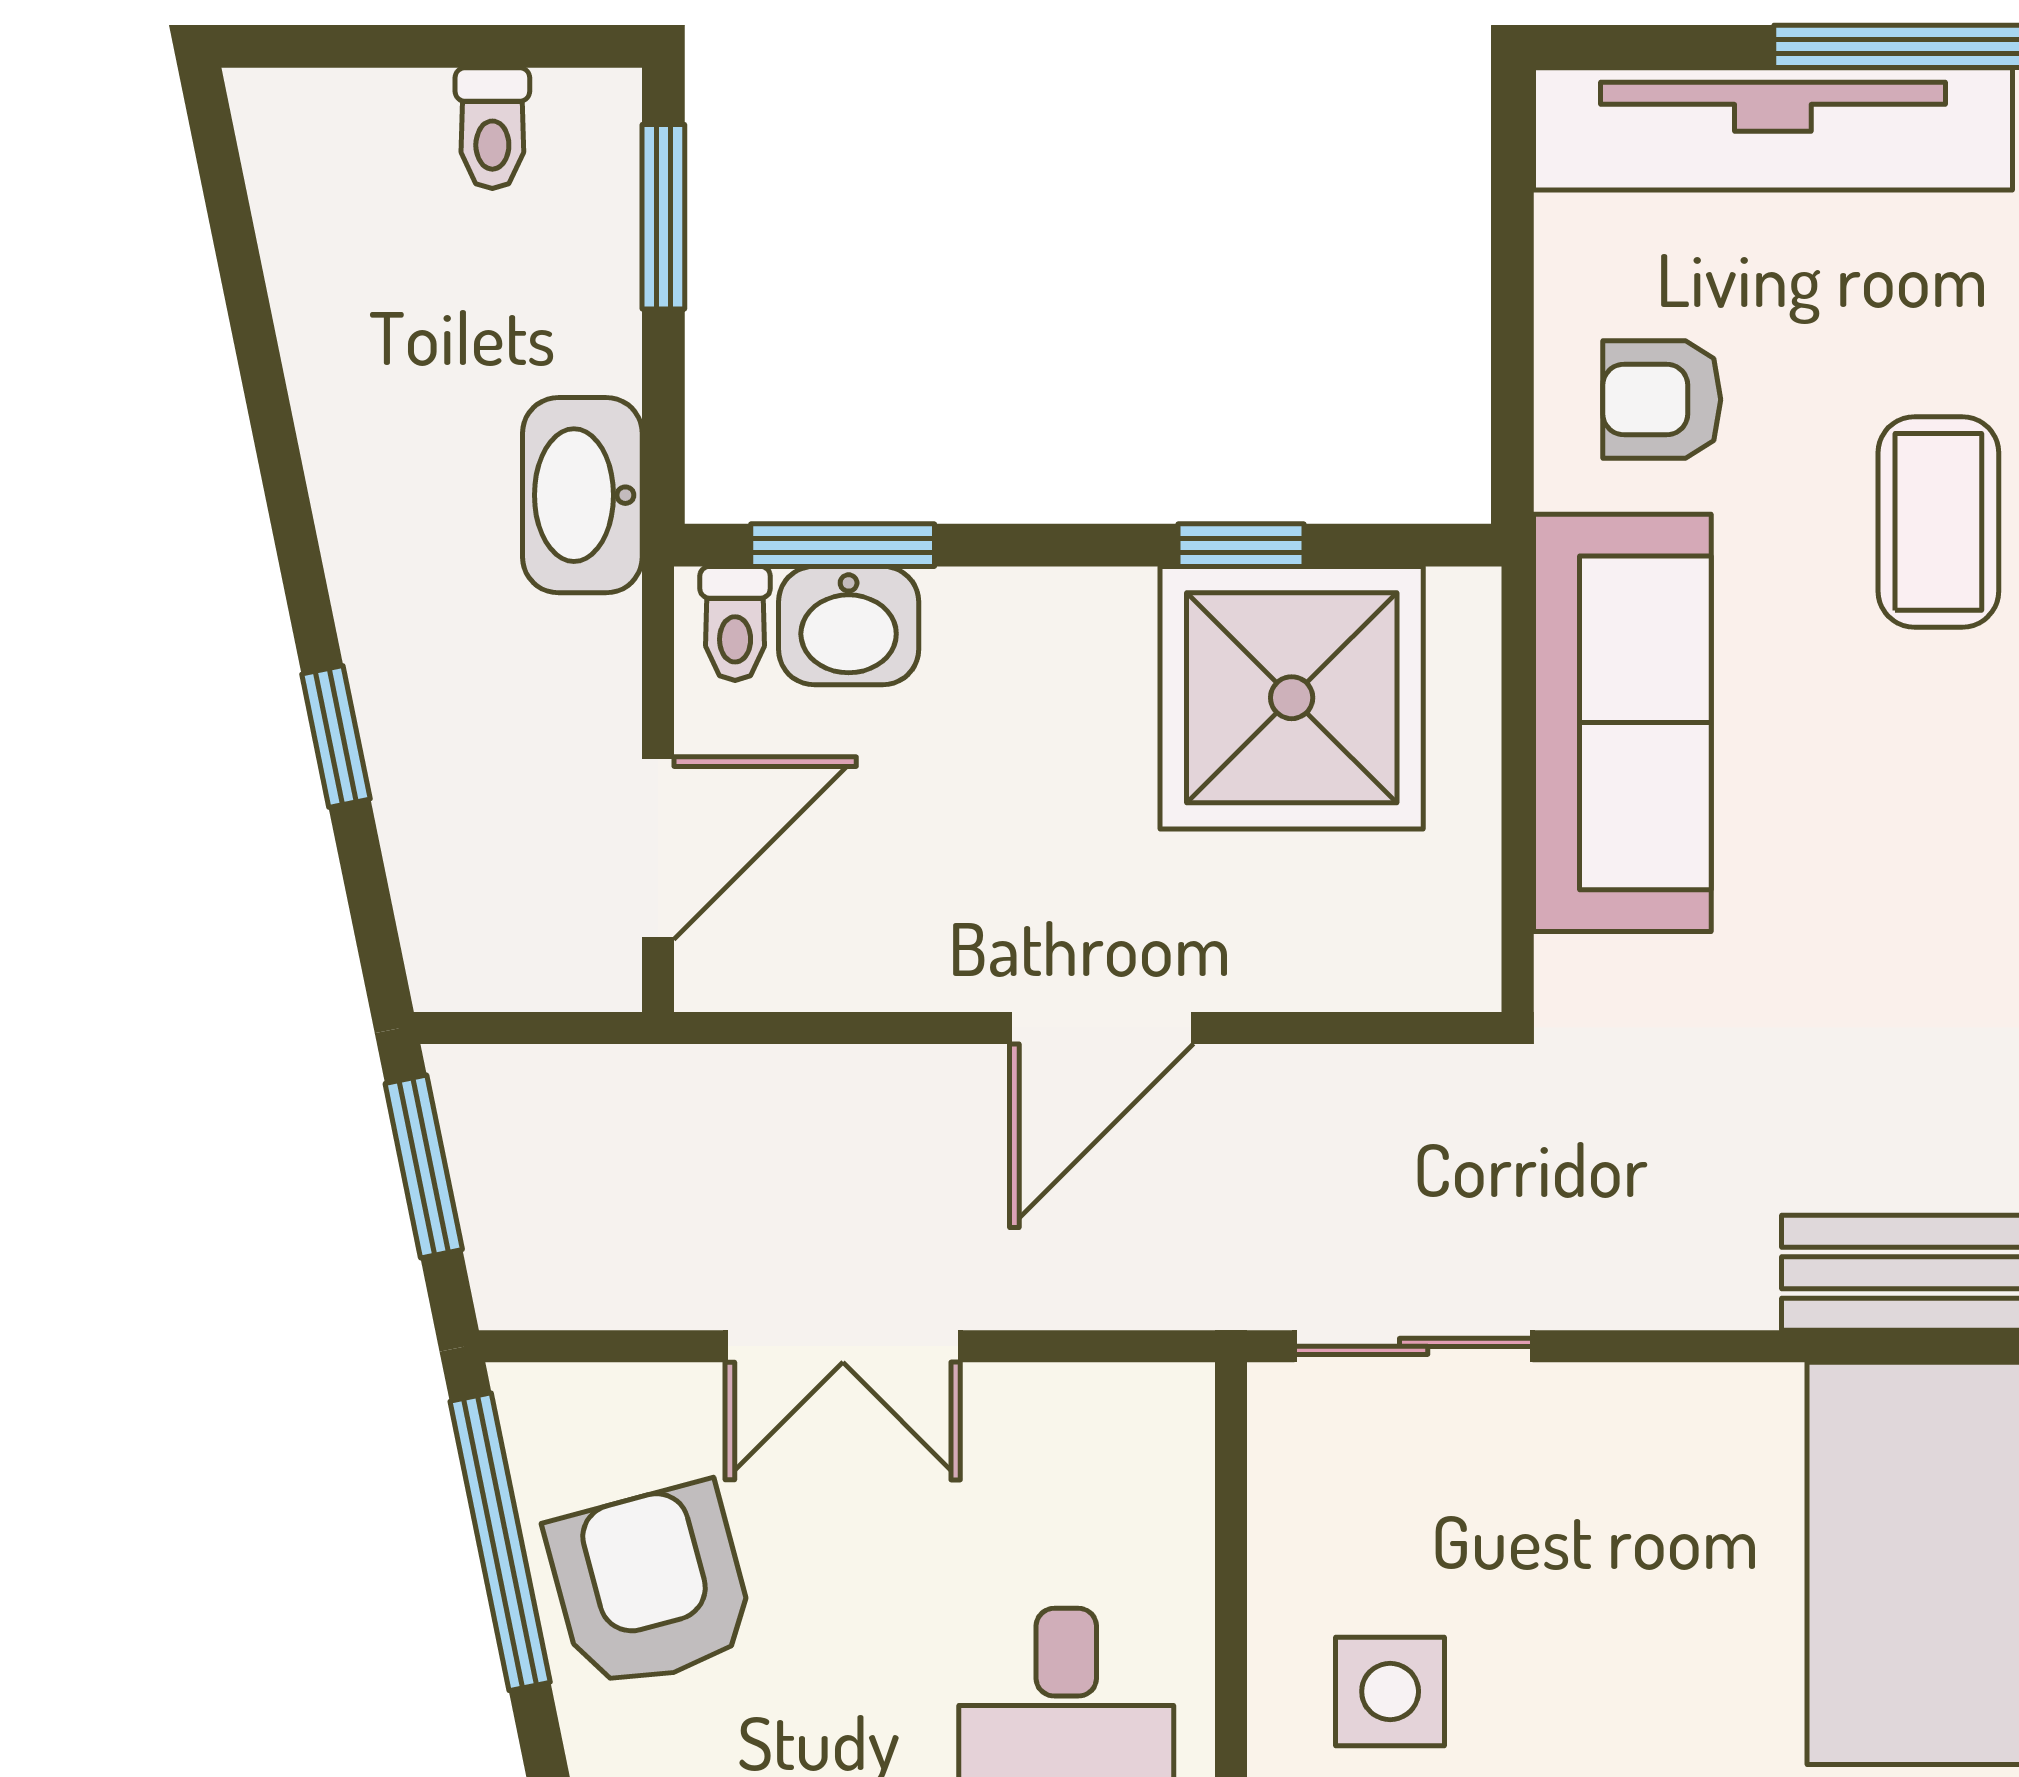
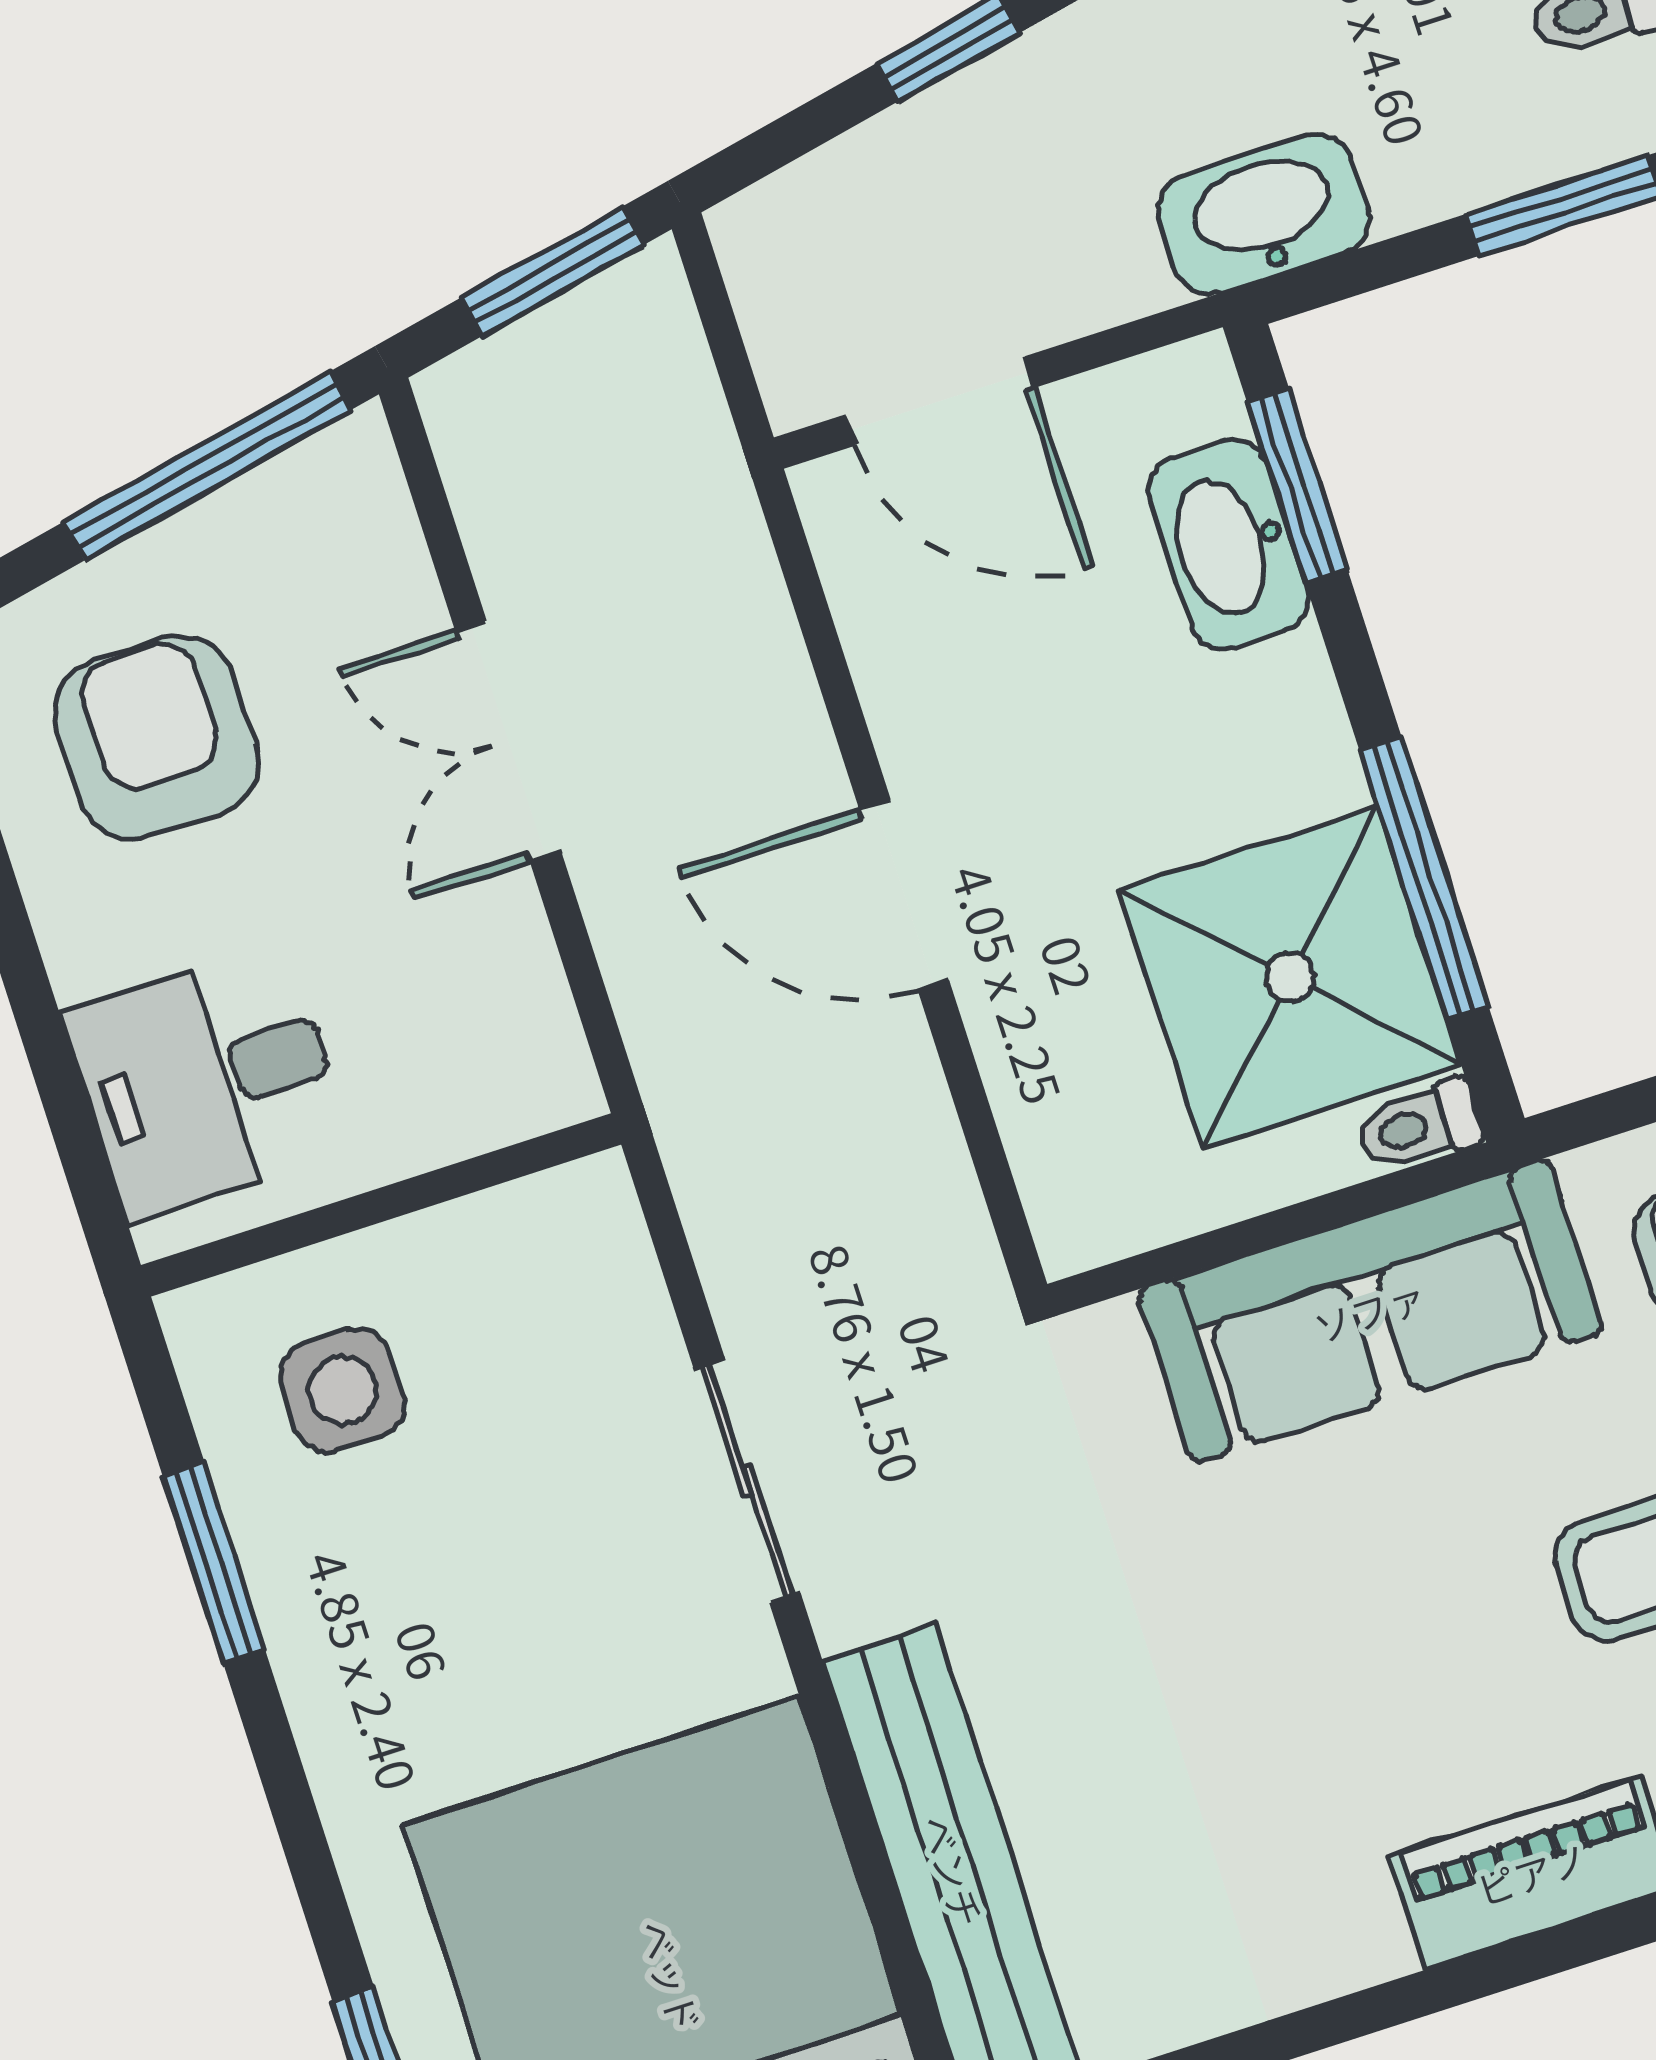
window: (1241, 545) -> (1424, 879), width x2.17
toilet: (735, 623) -> (1419, 1126), moved
washbasin: (849, 626) -> (1229, 544), width x1.38
sliding door: (1414, 1346) -> (747, 1481), moved
armchair: (650, 1586) -> (156, 737), moved, turned -75

